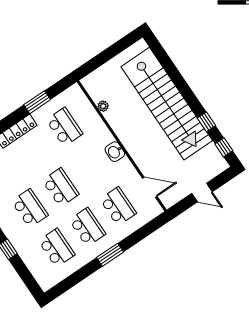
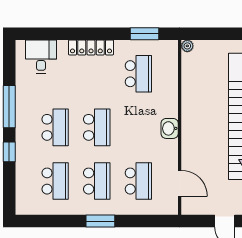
window: (37, 102) -> (145, 34), moved
plant: (103, 106) -> (187, 46), moved

